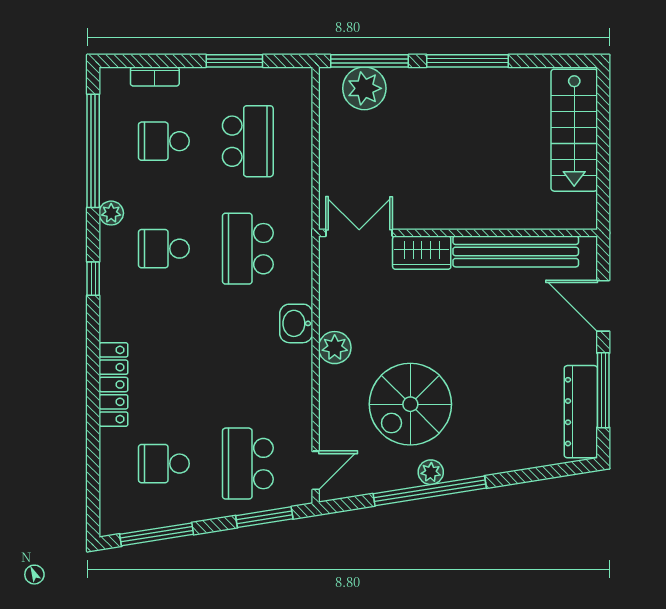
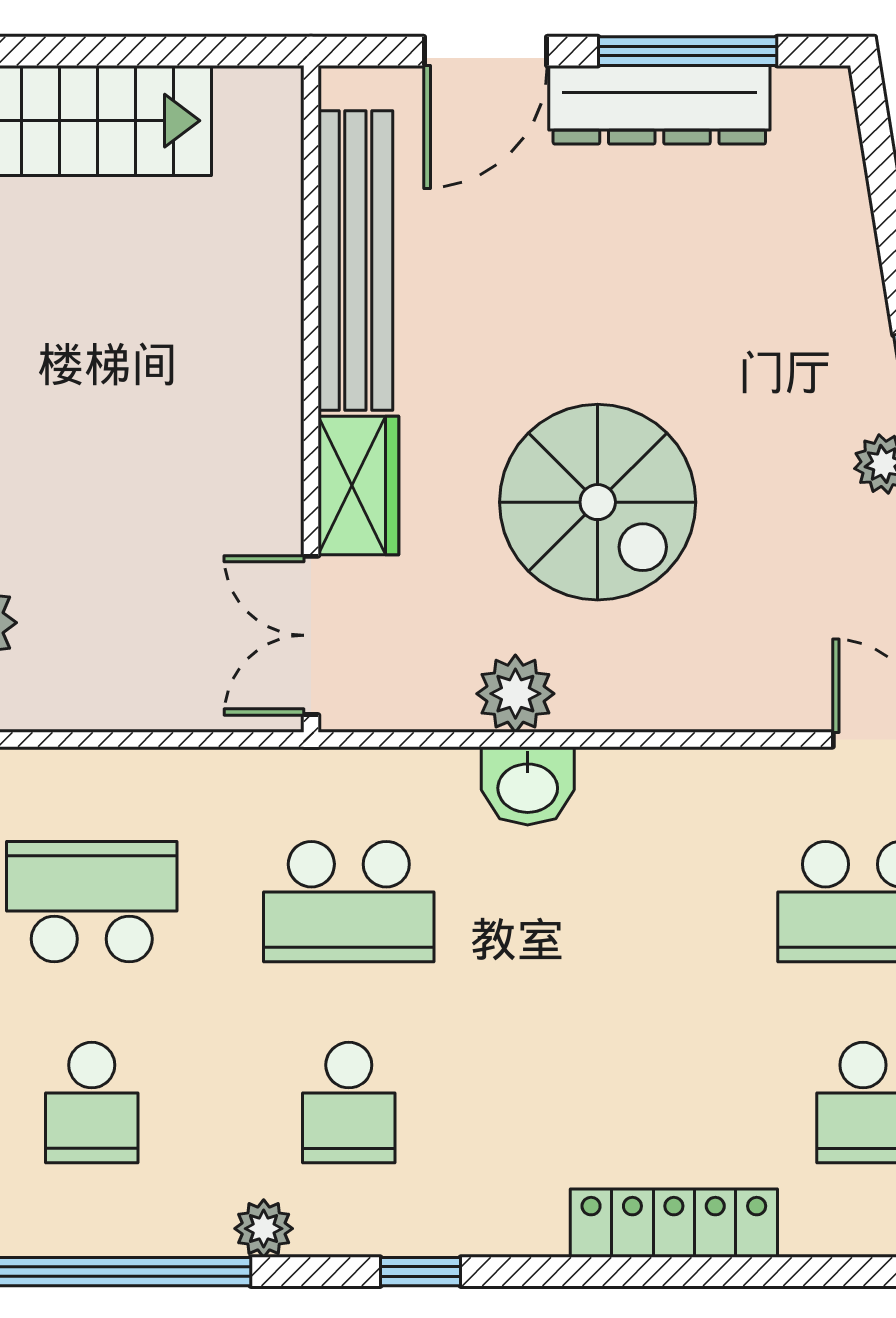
plant: (335, 348) -> (515, 694), moved
spiral stairs: (410, 404) -> (598, 502), moved
dresser: (581, 412) -> (659, 105), moved

